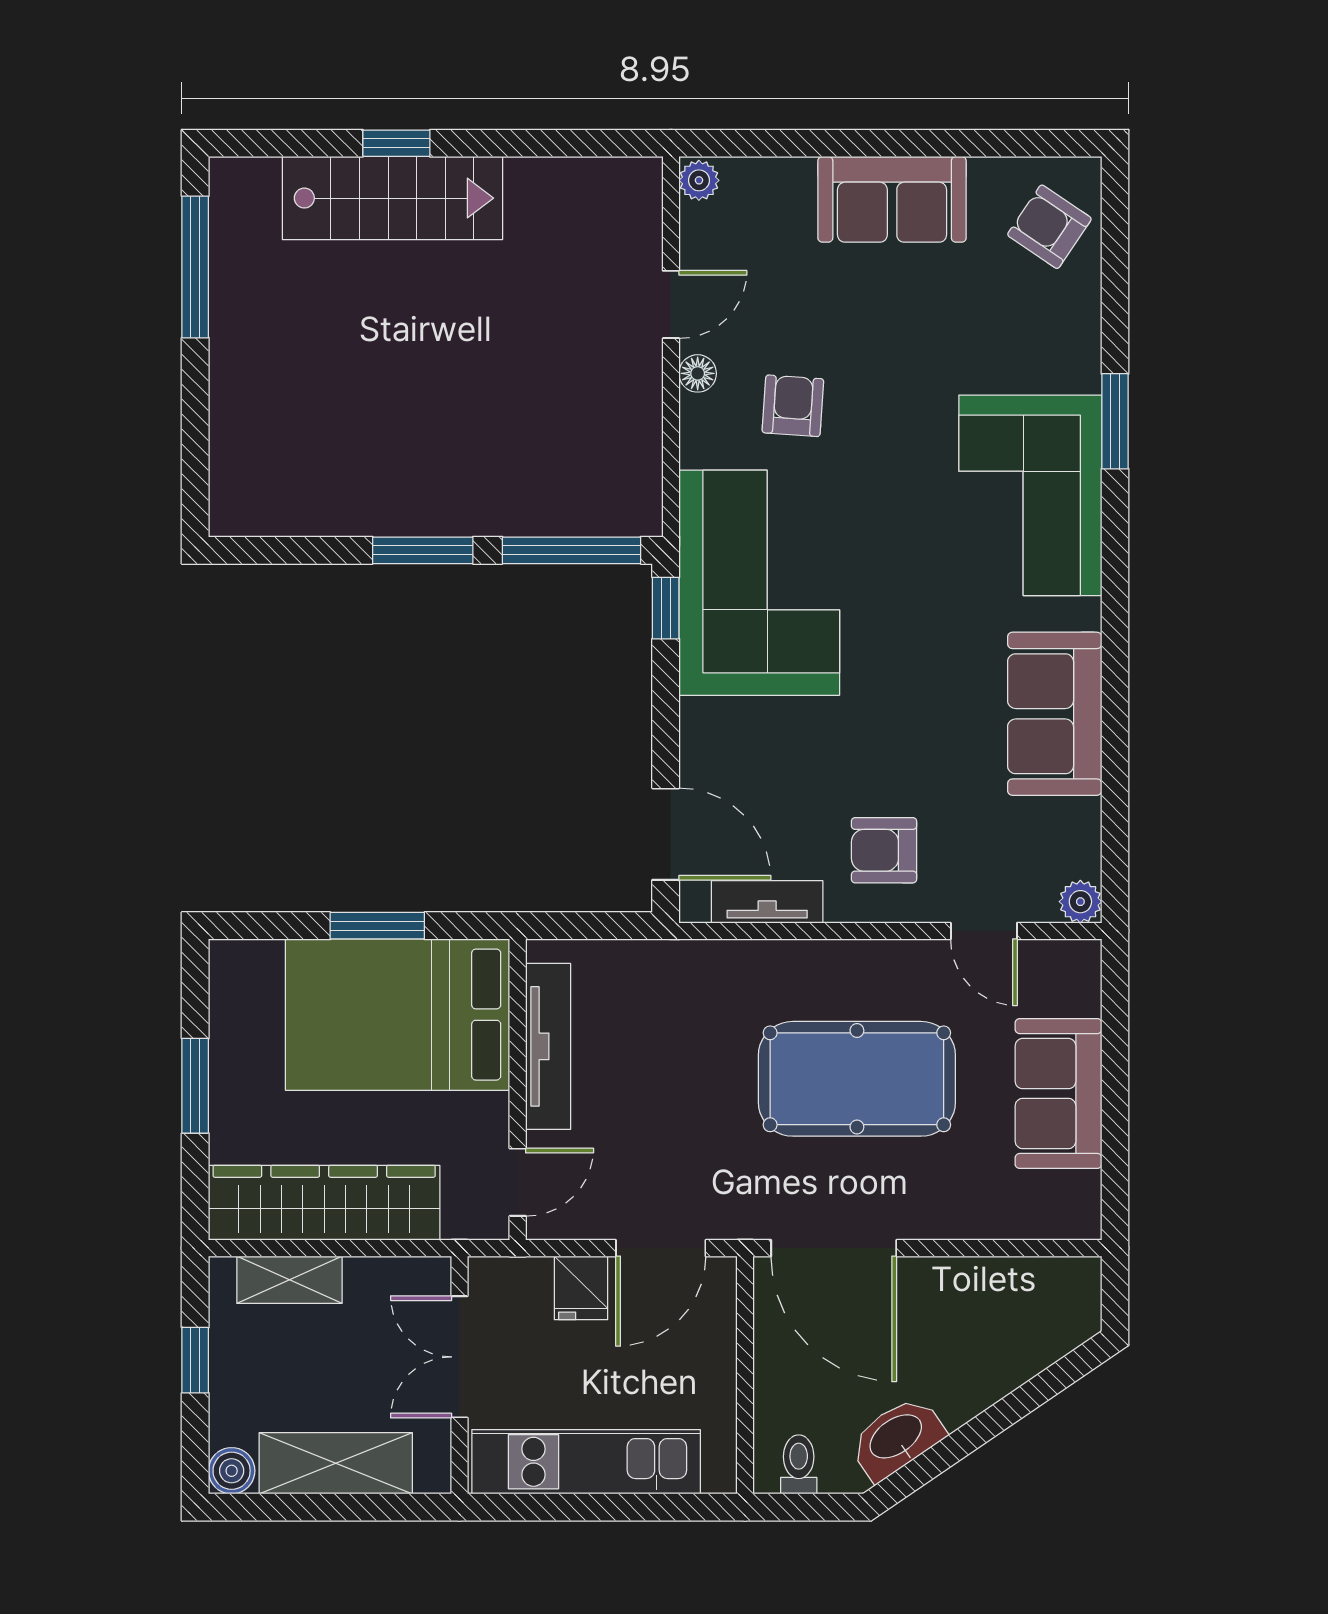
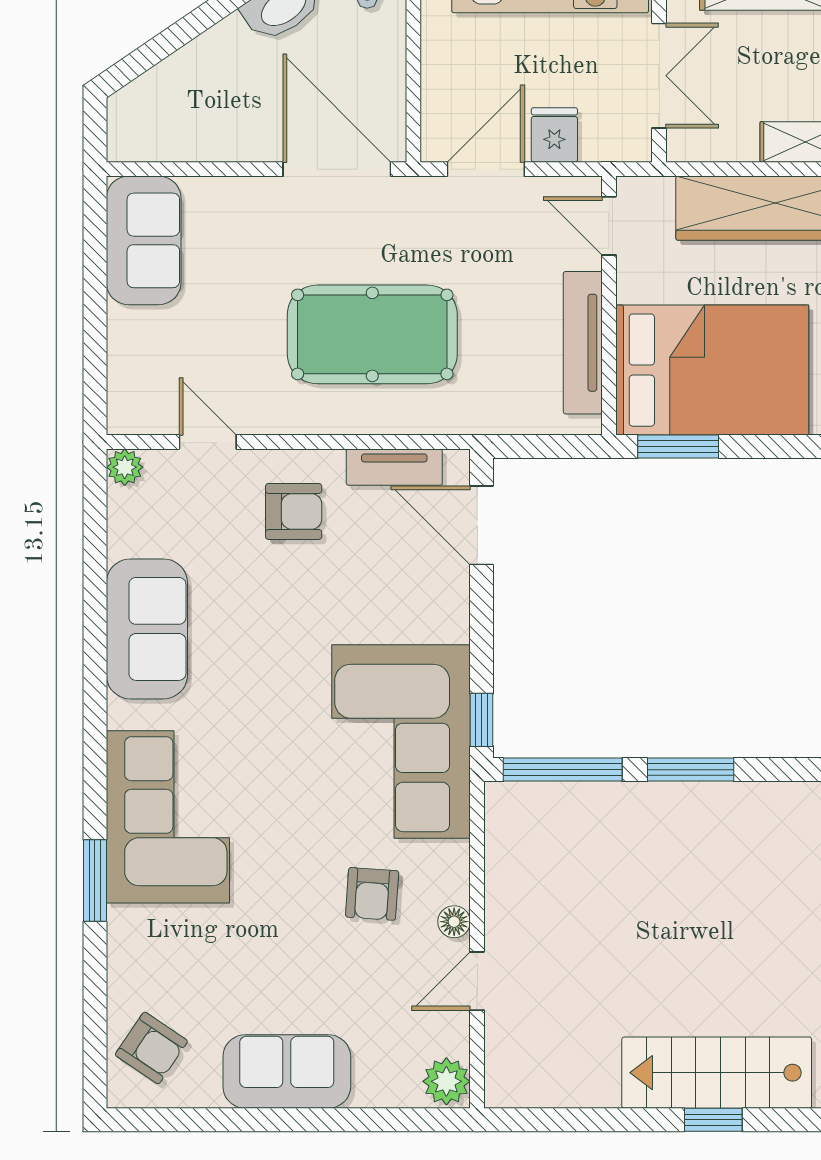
plant: (699, 180) -> (446, 1081), width x1.38, depth x1.38
window: (377, 926) -> (678, 447), moved
pool table: (857, 1079) -> (372, 334), moved
sofa: (1058, 1094) -> (144, 240), moved
door: (518, 1182) -> (609, 226), hinge flipped

